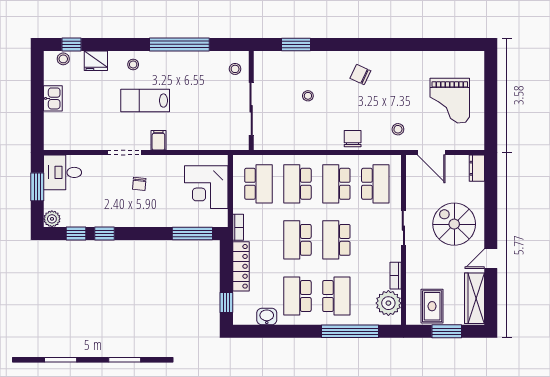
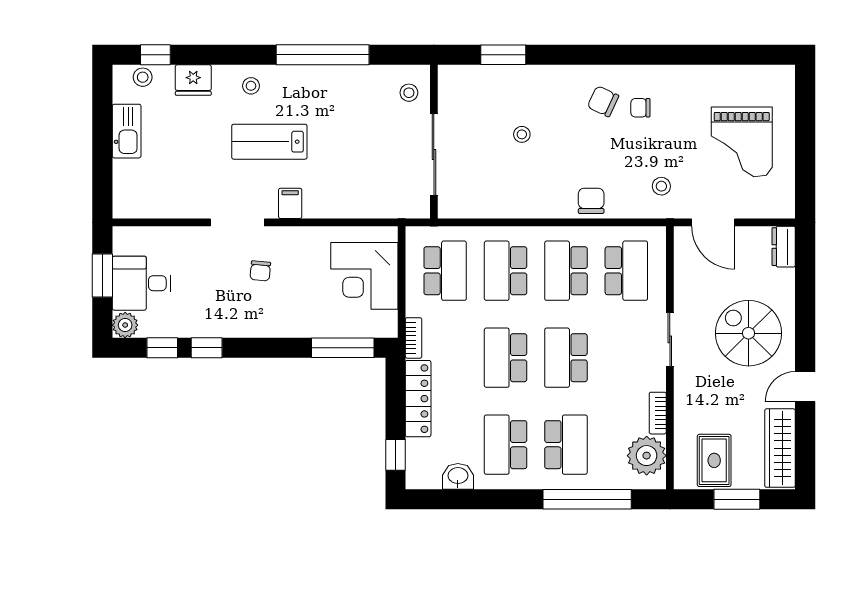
chair: (384, 79) -> (640, 108), added
kitchen sink: (53, 98) -> (127, 131), width x1.38
desk: (63, 172) -> (142, 283), moved

